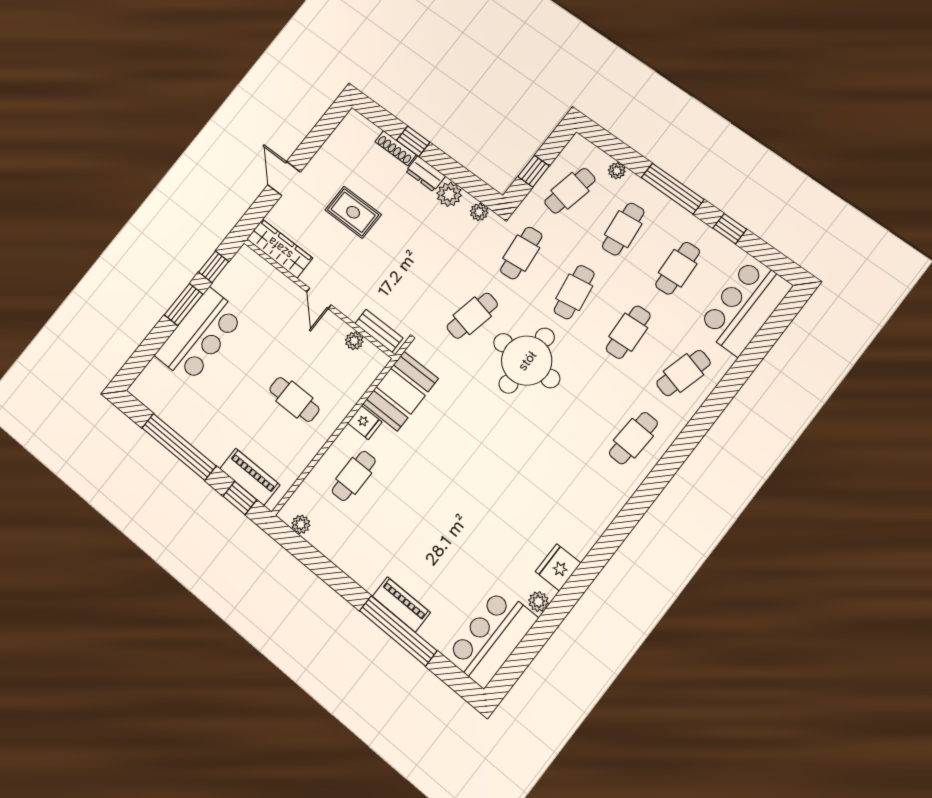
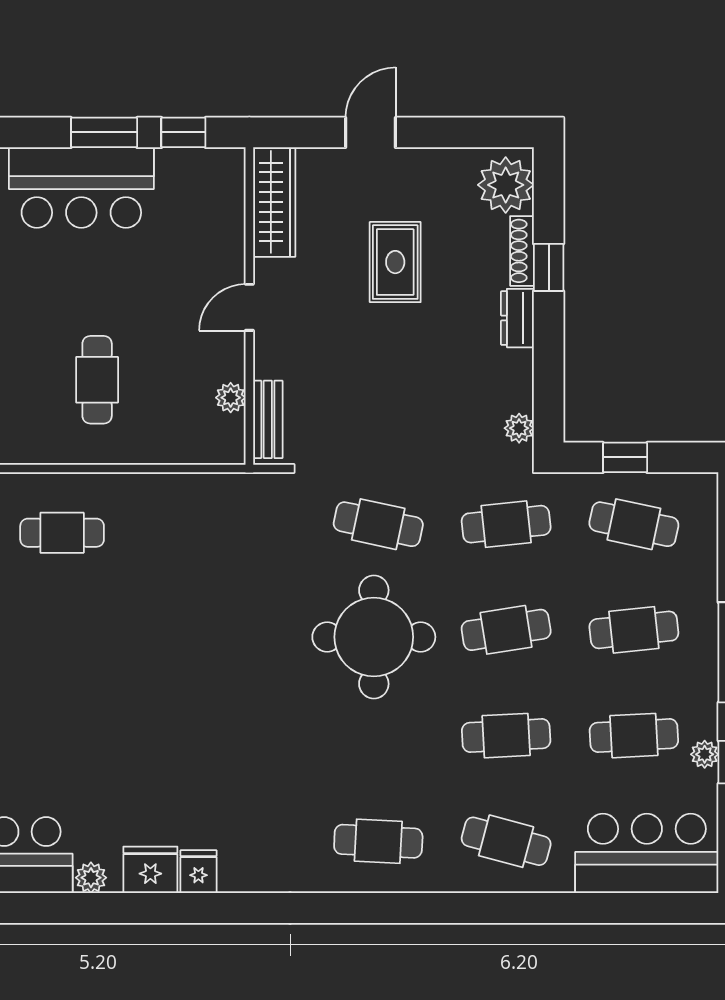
plant: (617, 171) -> (705, 754), moved
plant: (449, 194) -> (506, 185), moved, width x1.36, depth x1.36
booth: (401, 391) -> (213, 508), removed
fridge: (365, 422) -> (198, 872), moved, turned 180

